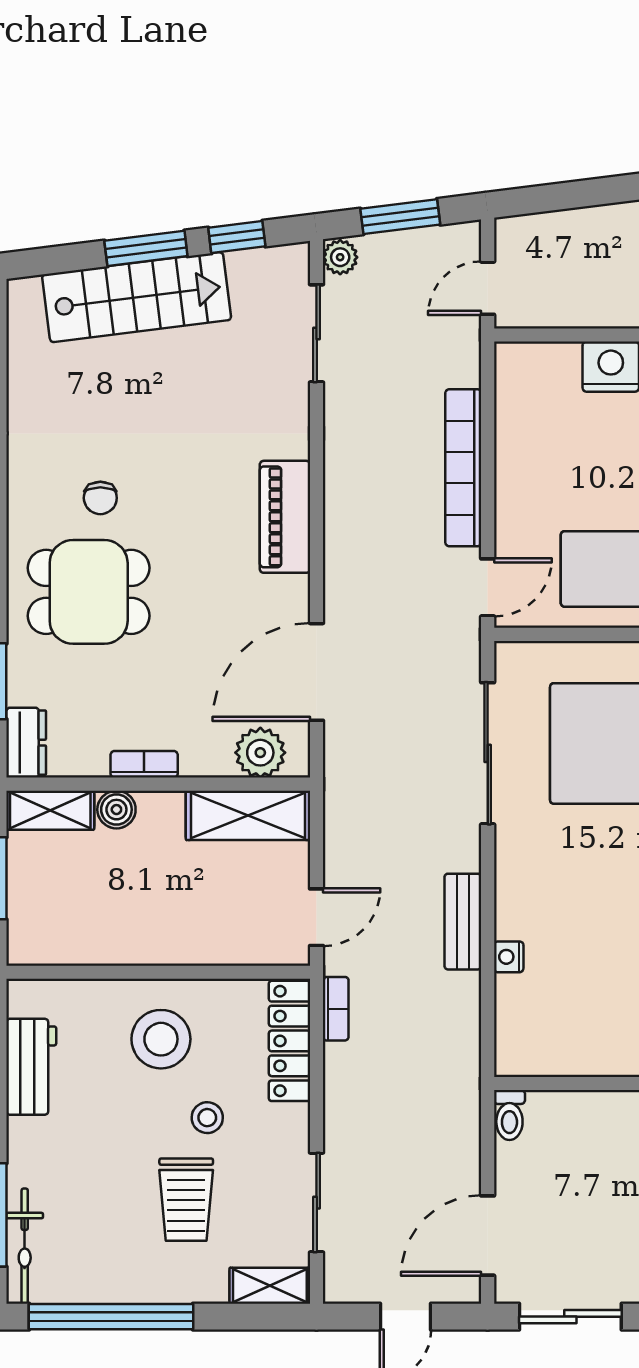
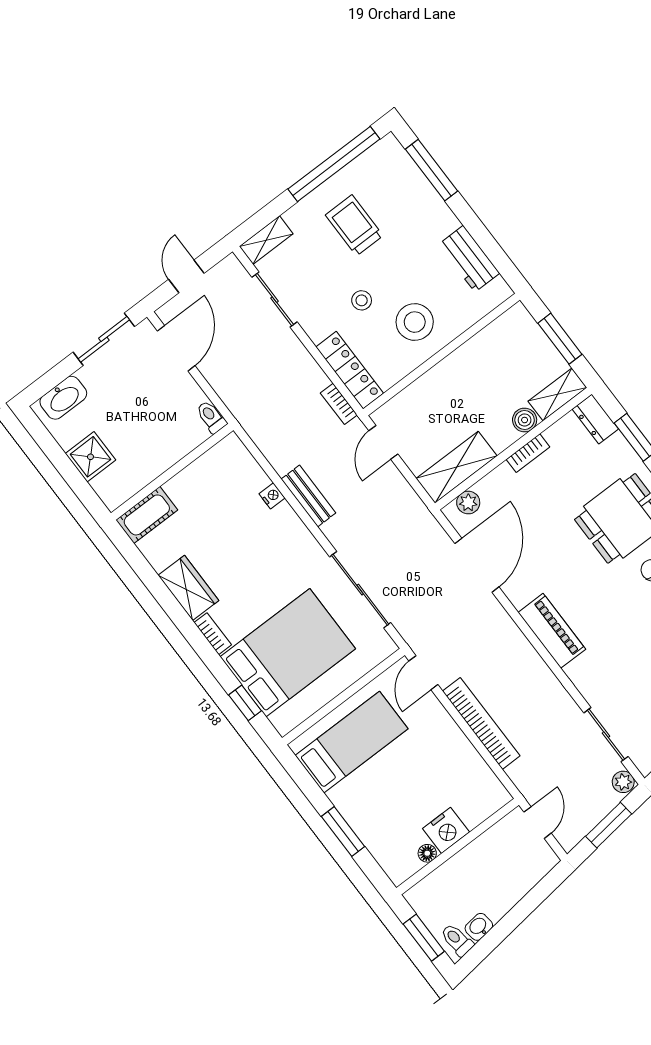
plant: (260, 753) -> (468, 503), width x0.73, depth x0.73
trolley: (186, 1200) -> (354, 225), moved
bicycle: (25, 1246) -> (404, 166), removed

